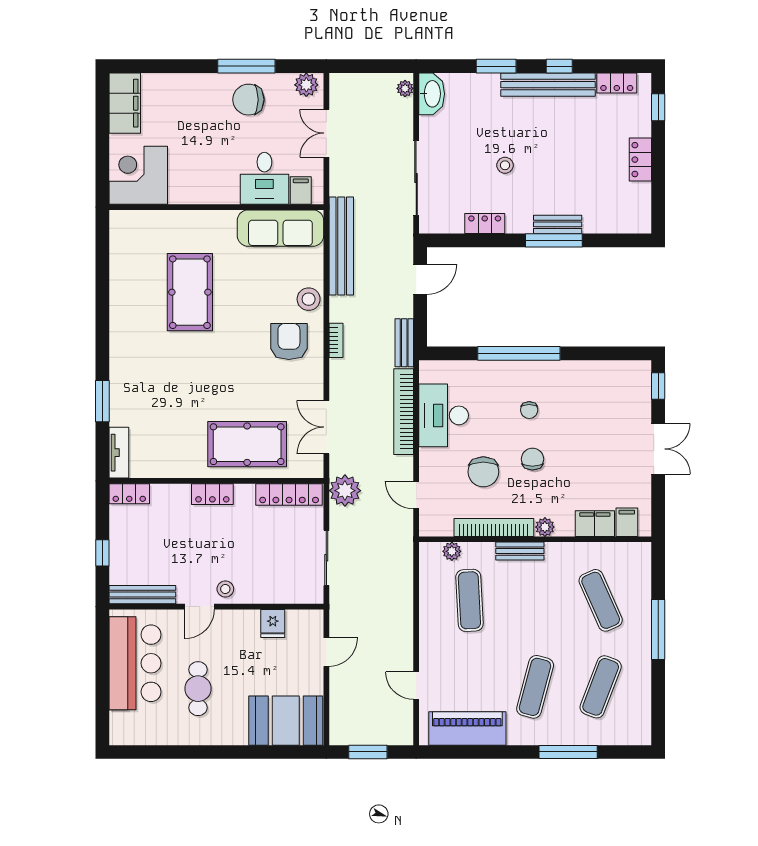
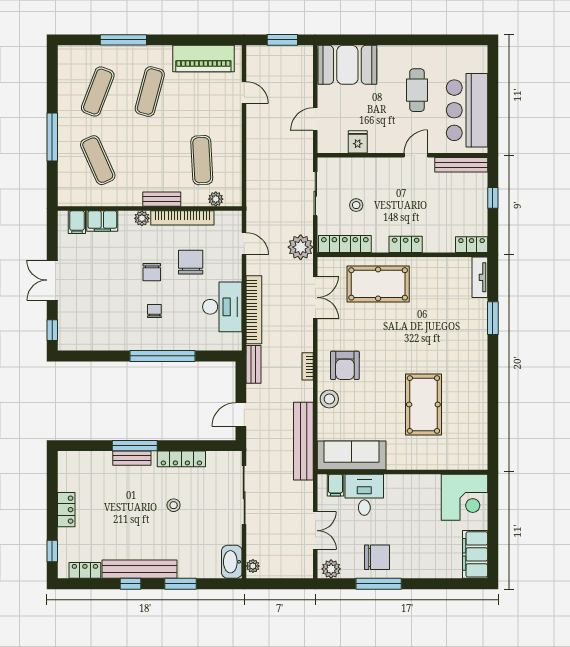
locker: (485, 223) -> (181, 459), width x1.53
stool: (225, 589) -> (356, 205), moved

